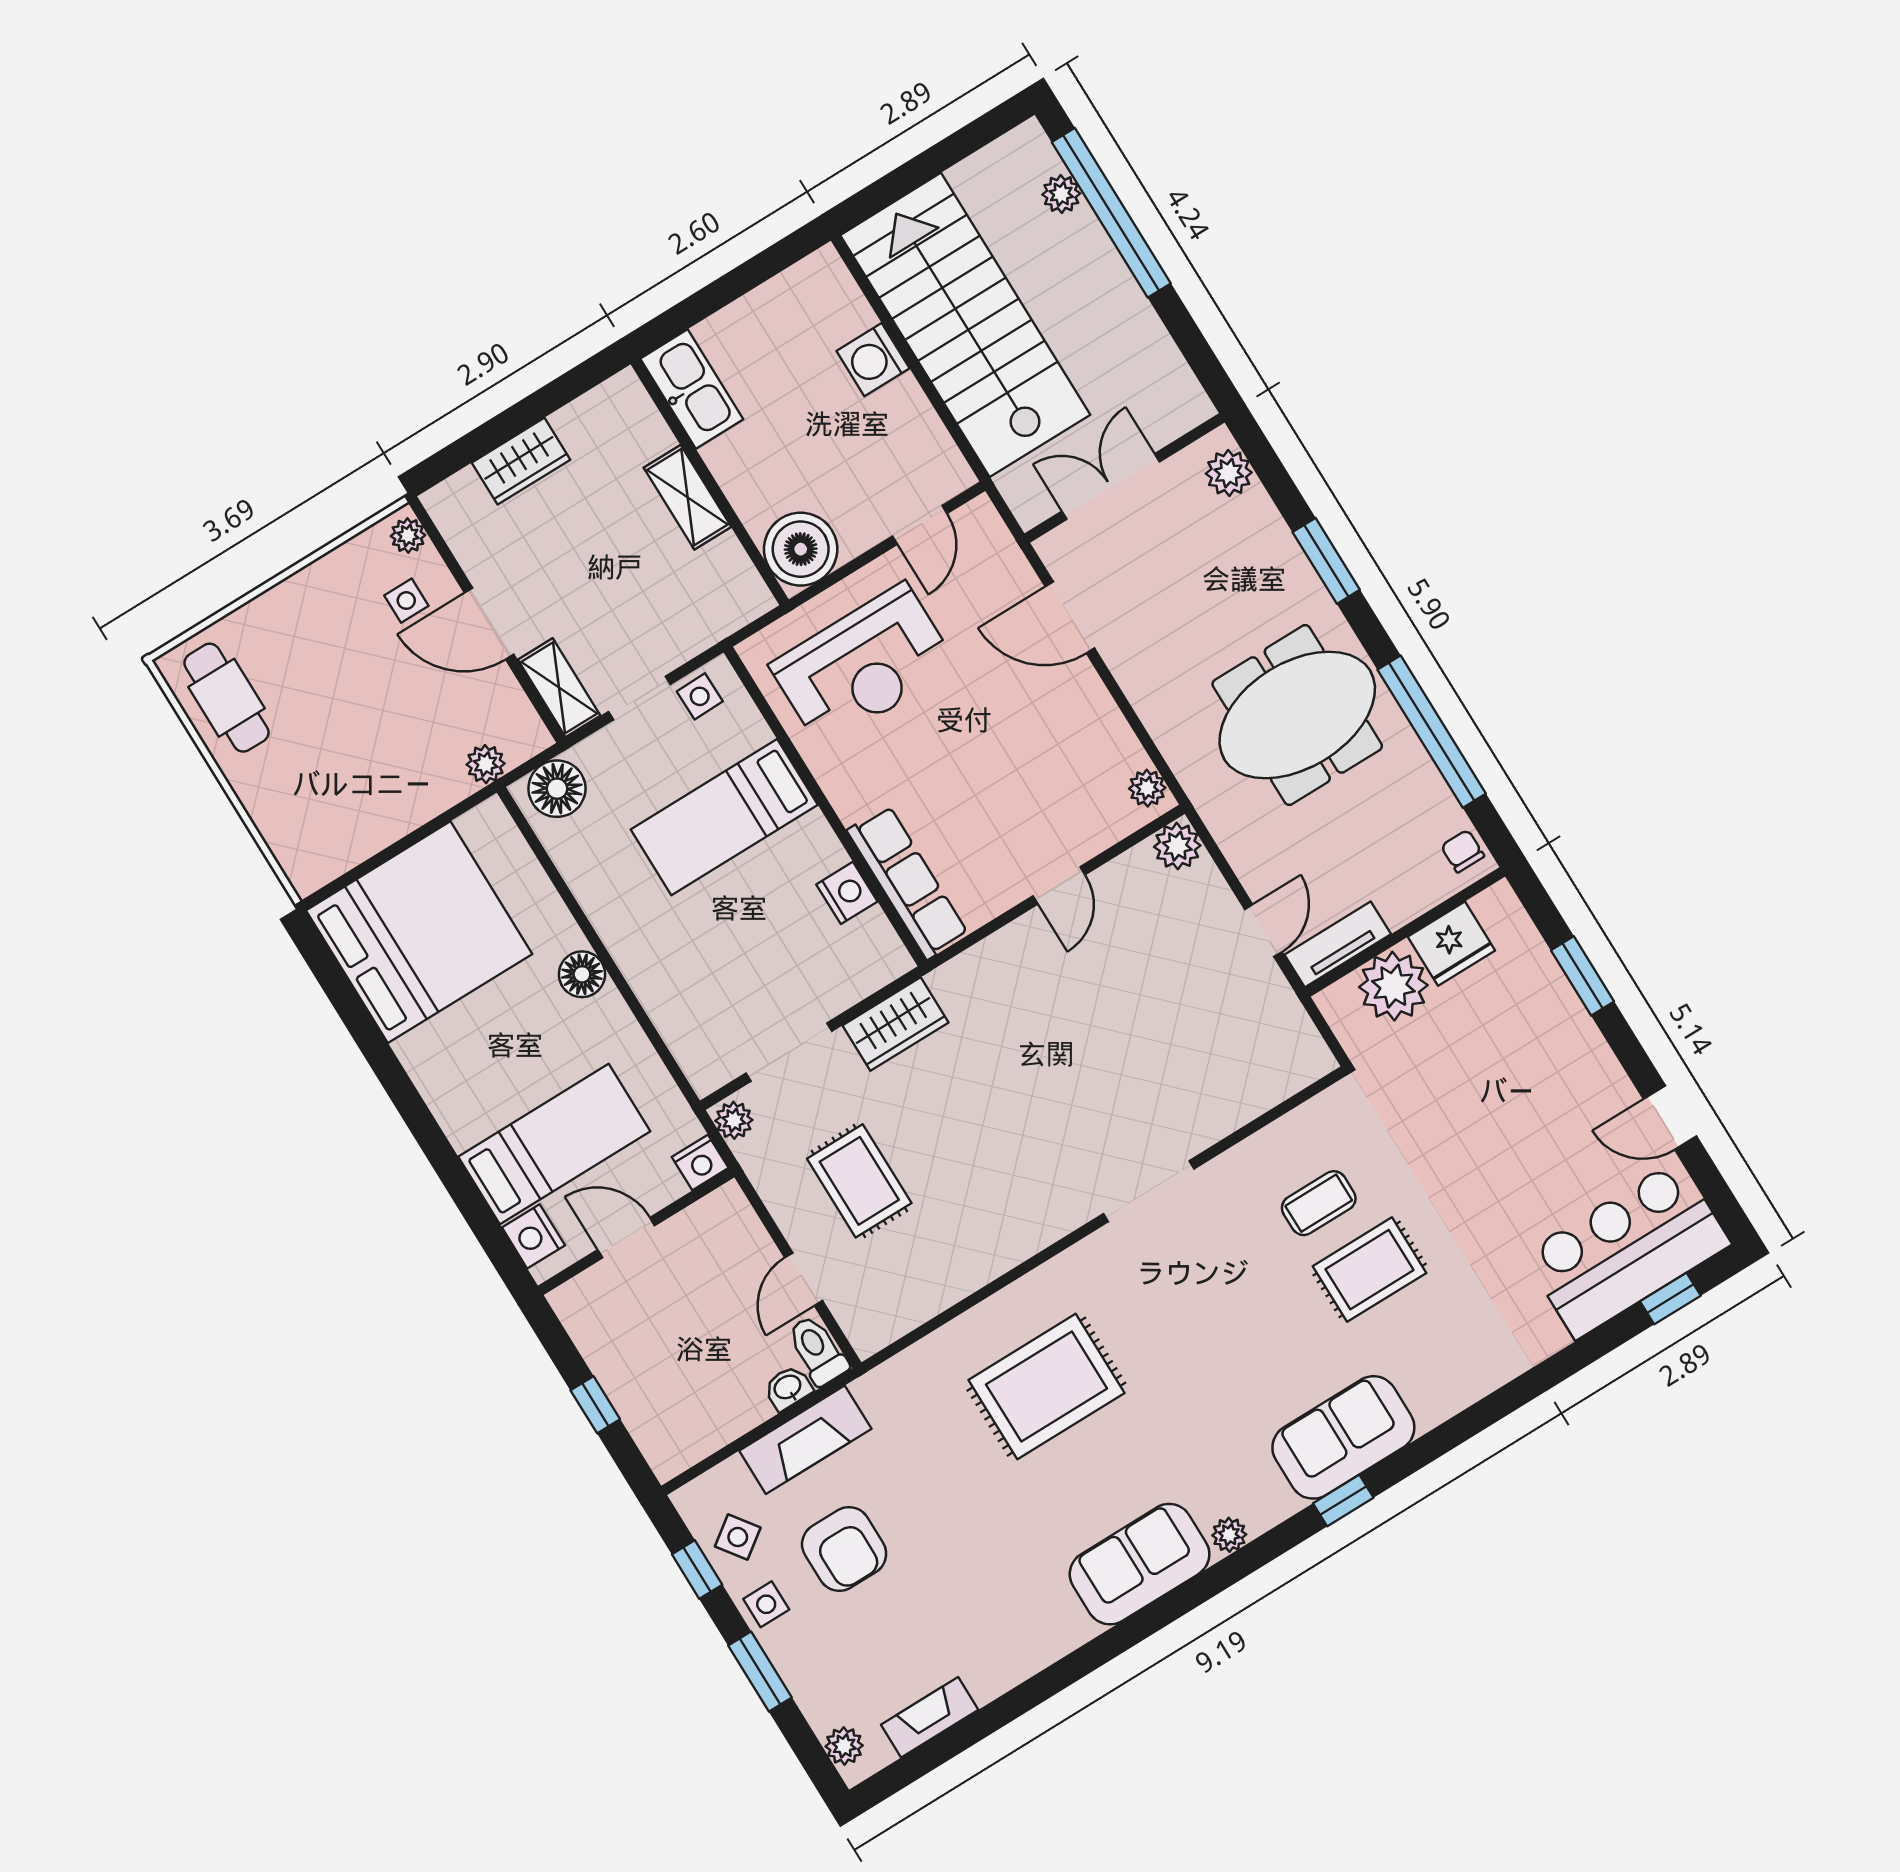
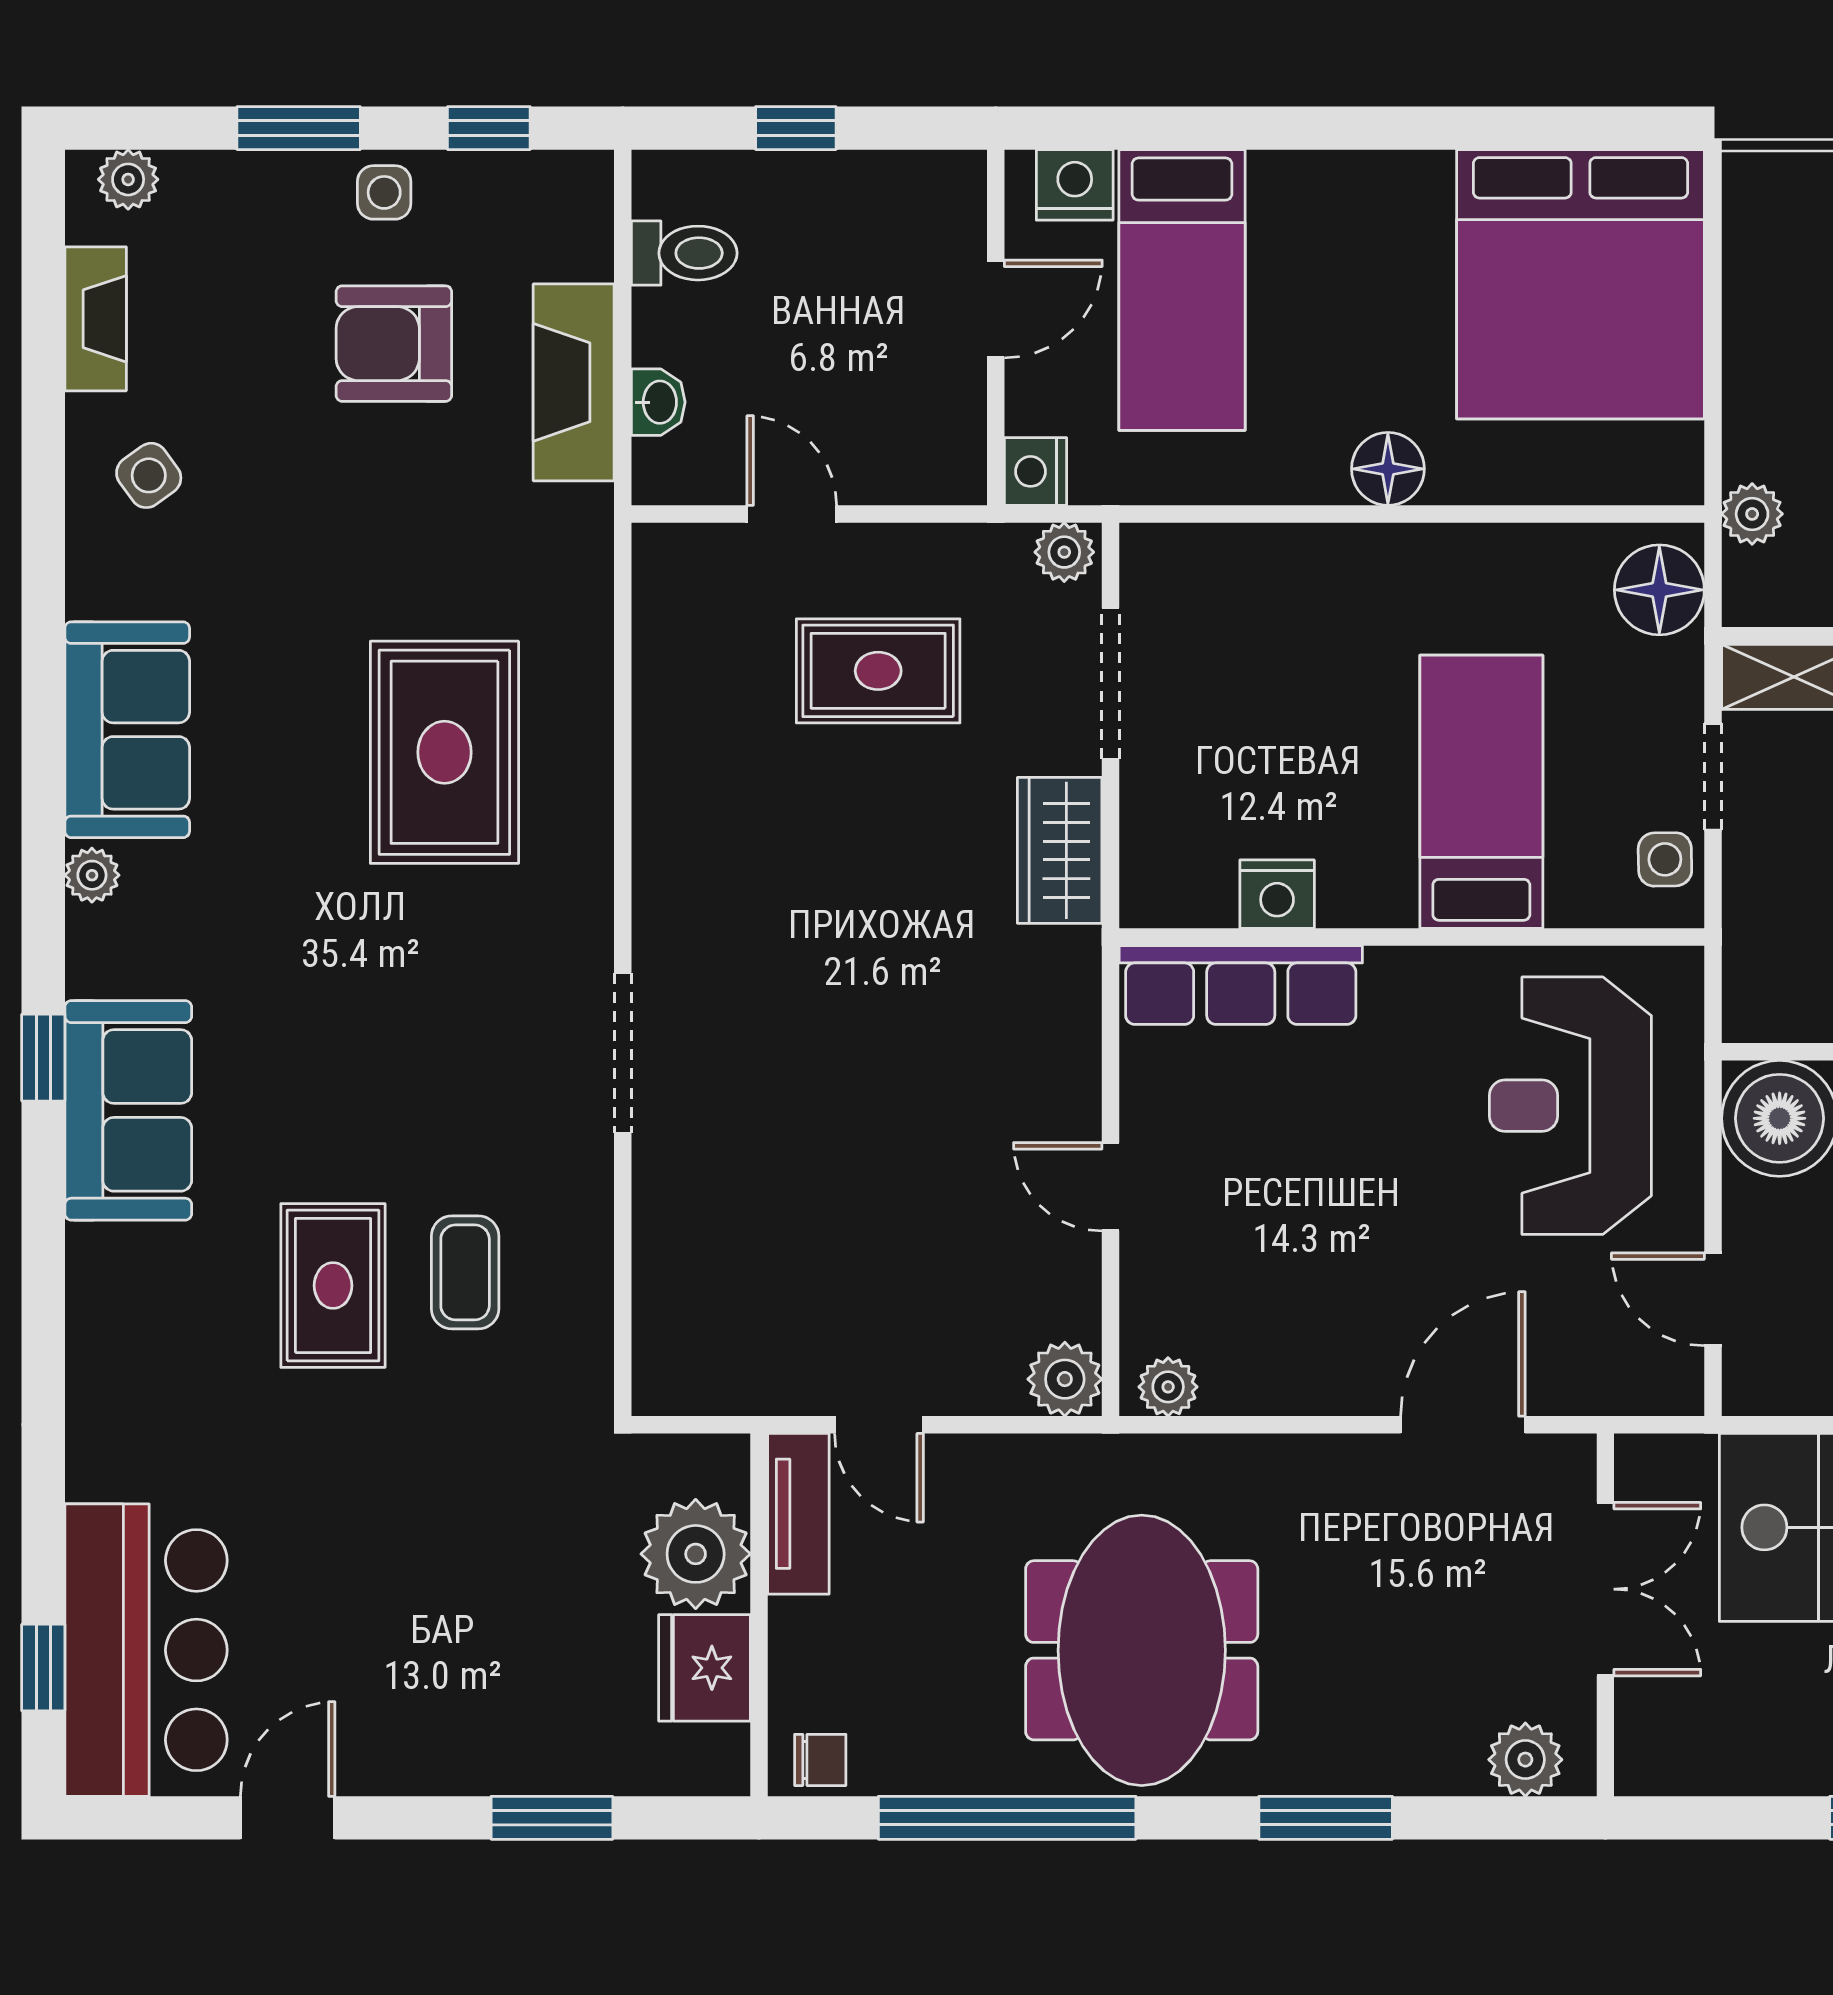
toilet: (817, 1350) -> (684, 253), moved
side table: (738, 1537) -> (149, 475), moved

